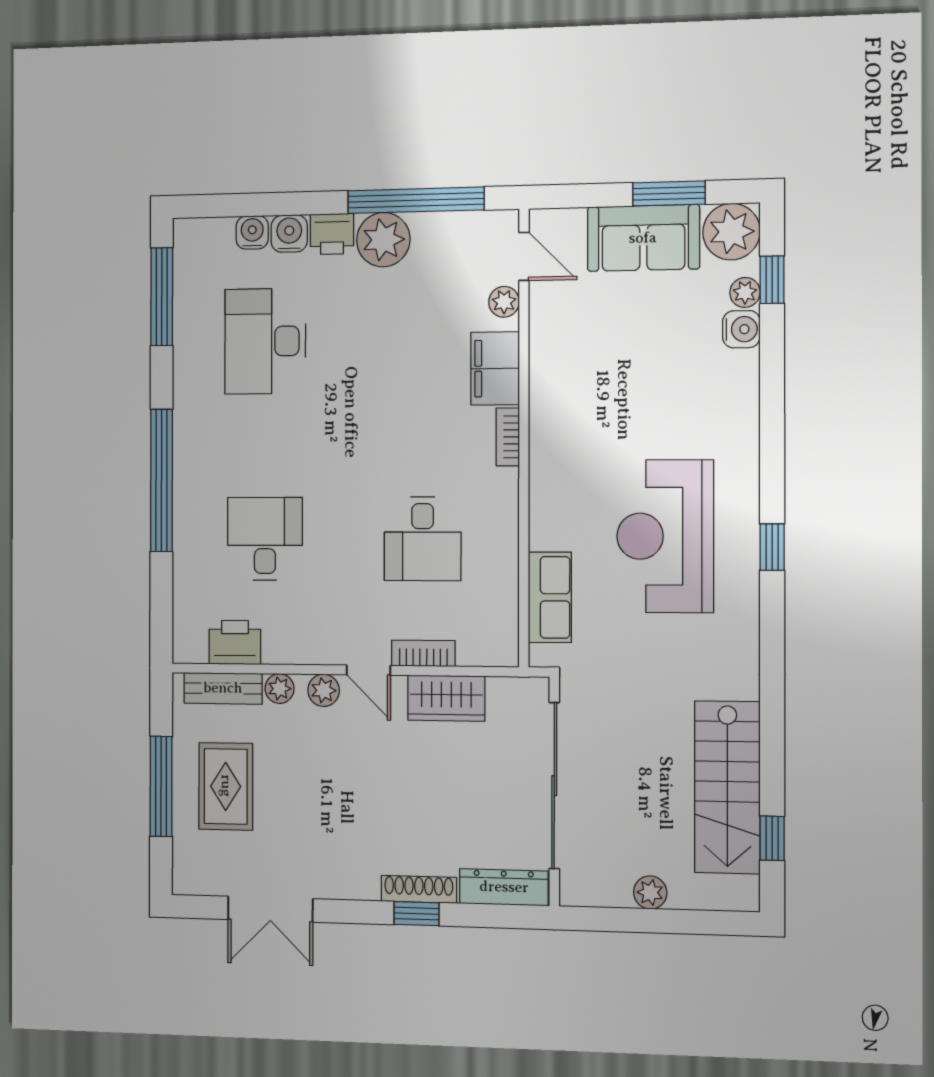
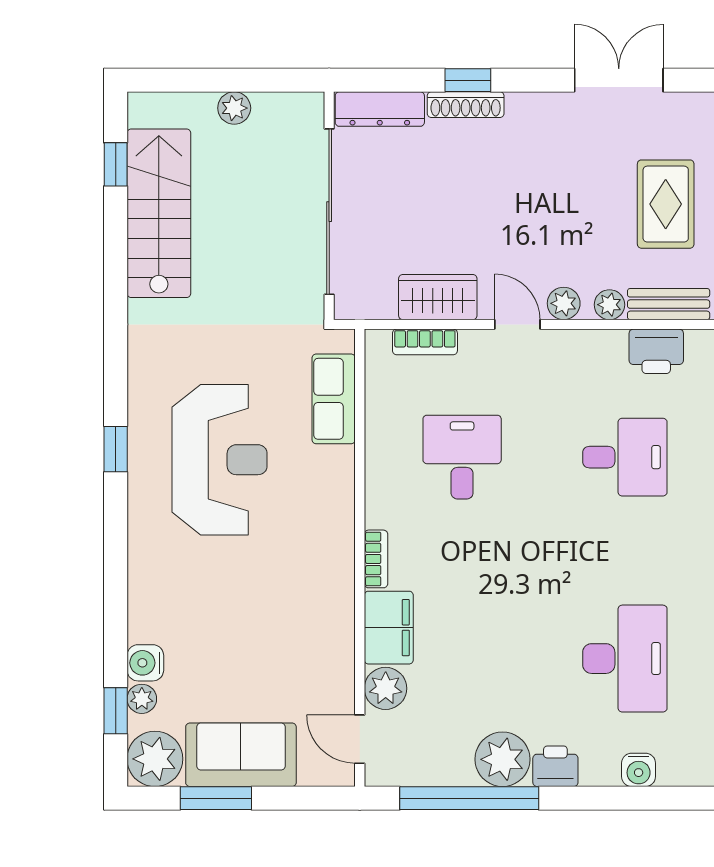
water cooler: (289, 234) -> (600, 768), removed
plant: (504, 302) -> (386, 688), width x1.38, depth x1.38
desk: (265, 539) -> (625, 457), turned -90
bookcase: (423, 653) -> (425, 342), moved

